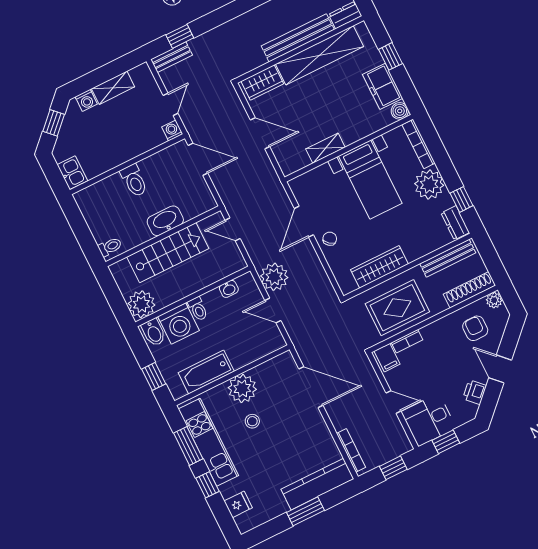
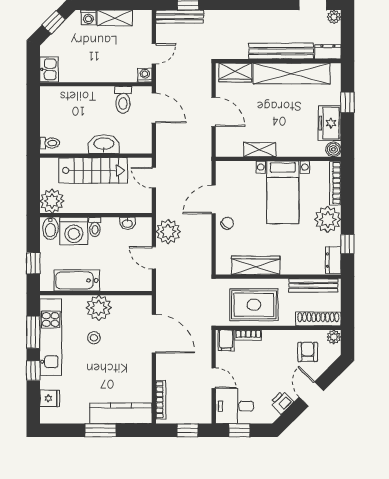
bench: (172, 57) -> (180, 17), width x1.36
toilet: (134, 180) -> (123, 100), moved

